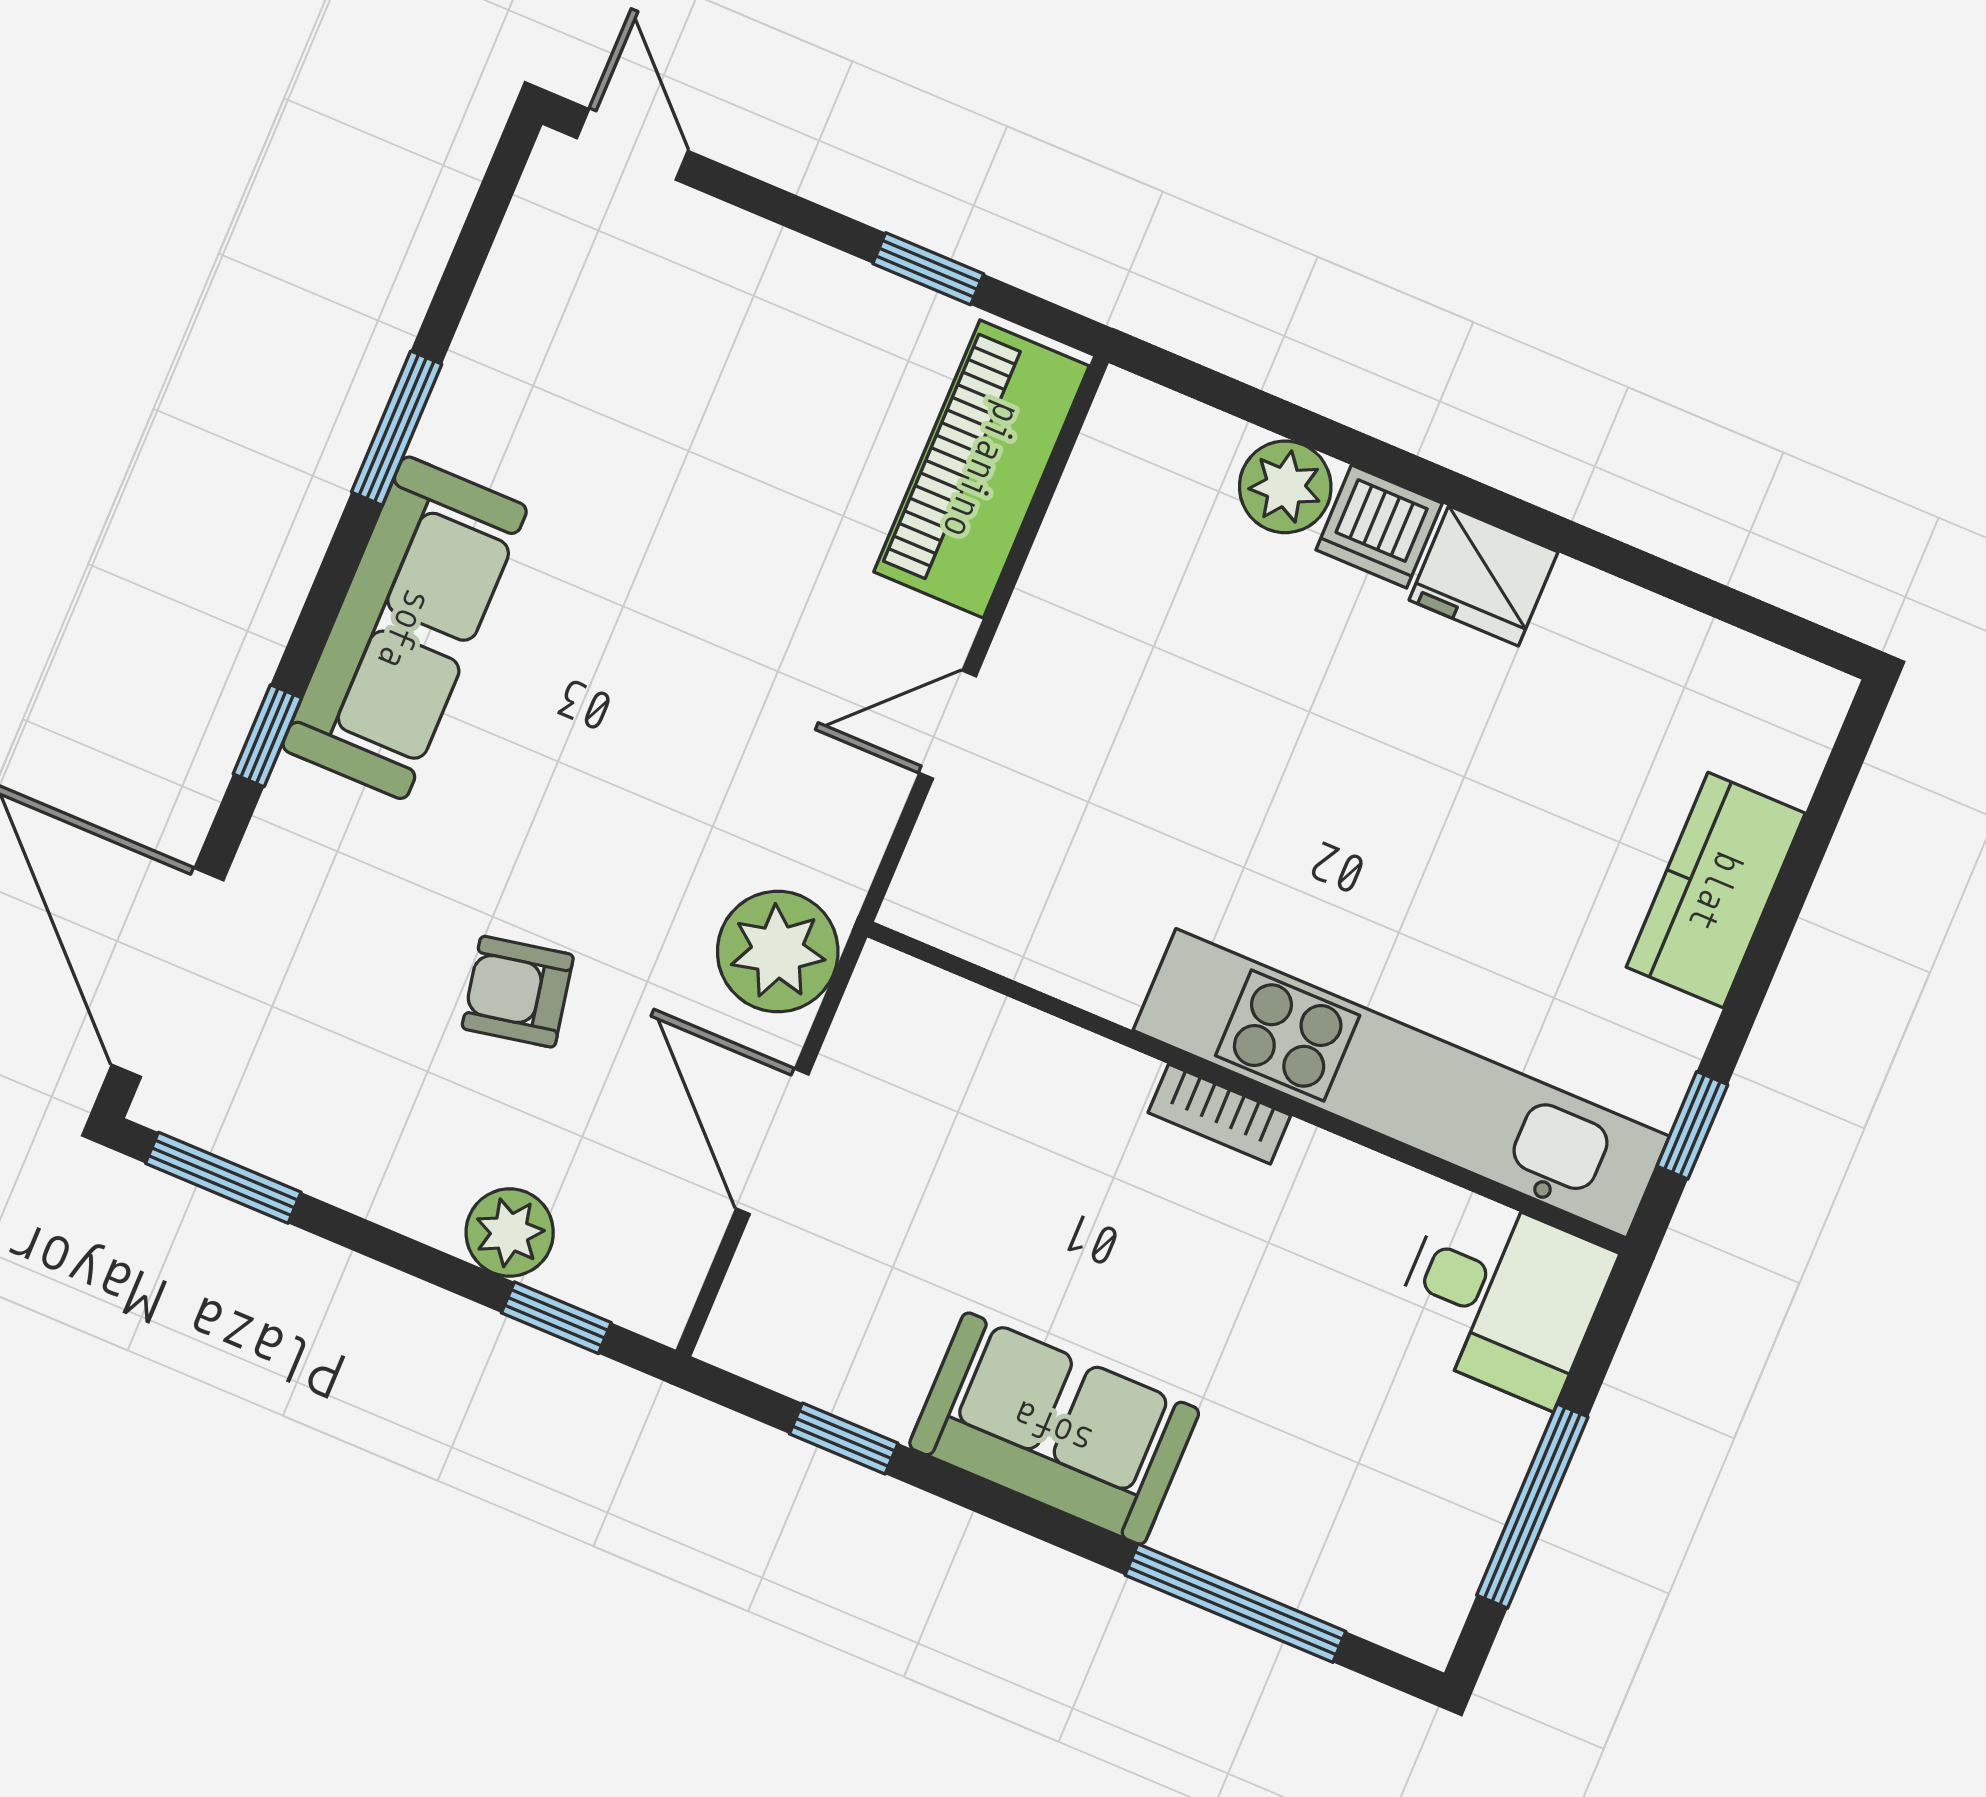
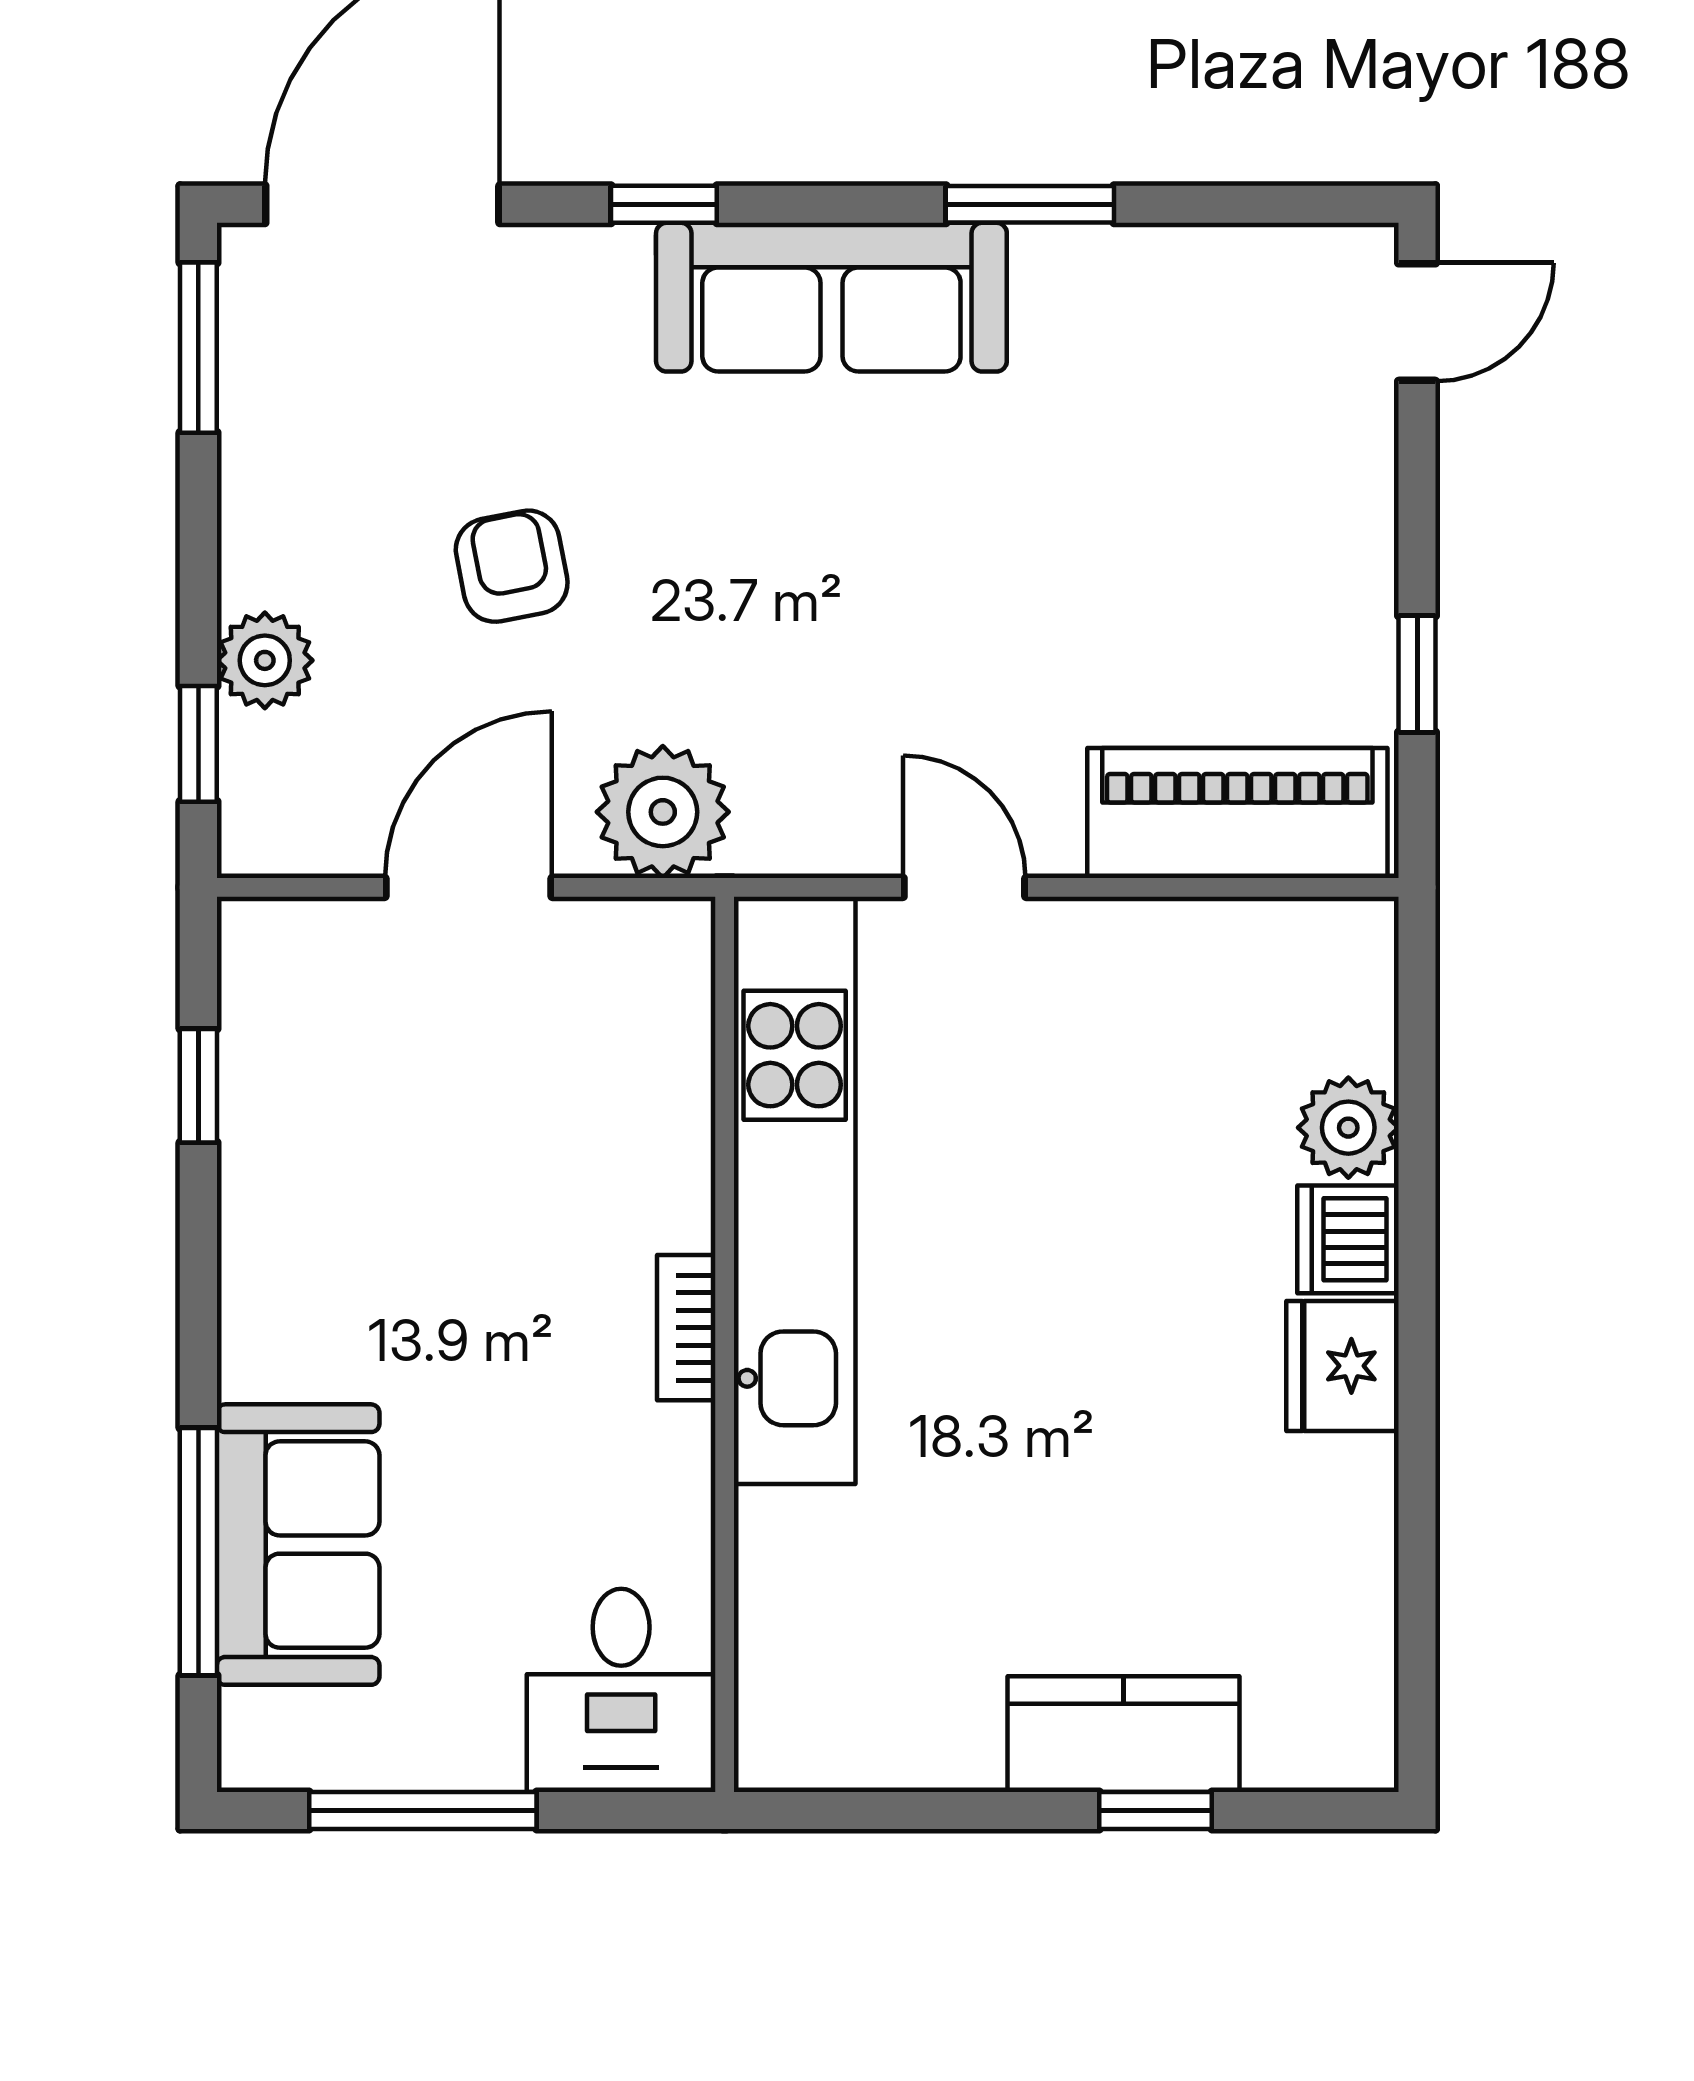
kitchen unit: (1401, 1083) -> (795, 1190), moved
window: (1692, 1125) -> (1156, 1811), moved
sofa: (1054, 1428) -> (298, 1545), moved

